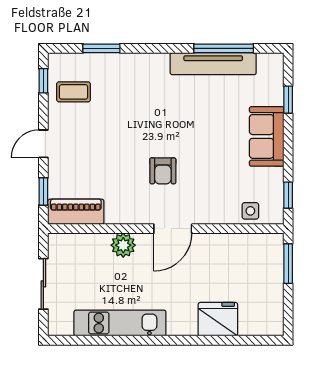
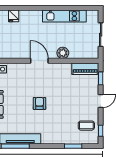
armchair: (163, 171) -> (39, 103), moved
door: (173, 229) -> (39, 61), hinge flipped
fridge: (218, 319) -> (14, 16), width x0.53, depth x0.75

